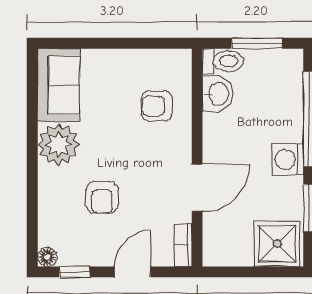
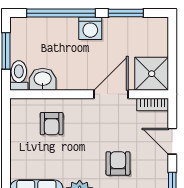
door: (197, 188) -> (111, 94), hinge flipped
armchair: (102, 197) -> (118, 163), turned -90
shower: (277, 244) -> (152, 74), moved

